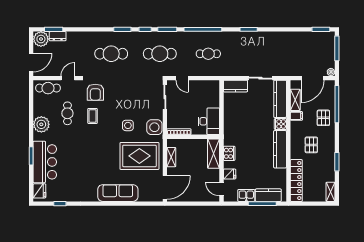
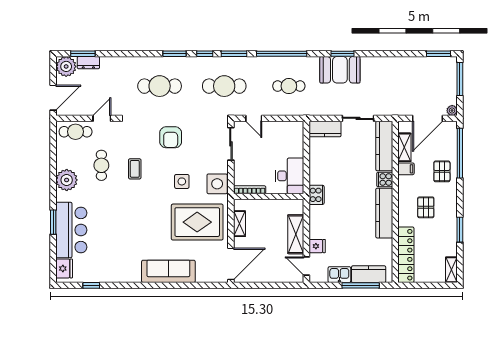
booth: (247, 42) -> (340, 70), added
armchair: (95, 92) -> (171, 137), moved
cooker: (229, 153) -> (317, 195), moved
shelving: (214, 154) -> (296, 234), moved

